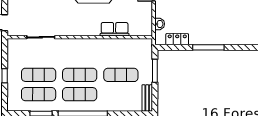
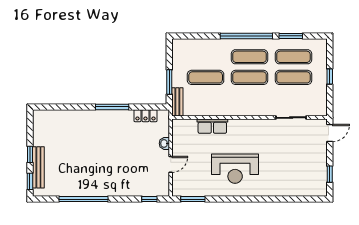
washbasin: (160, 24) -> (164, 143), moved
bench: (147, 98) -> (177, 102), moved

